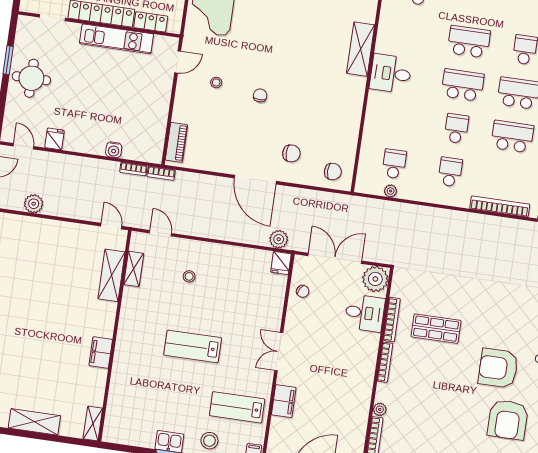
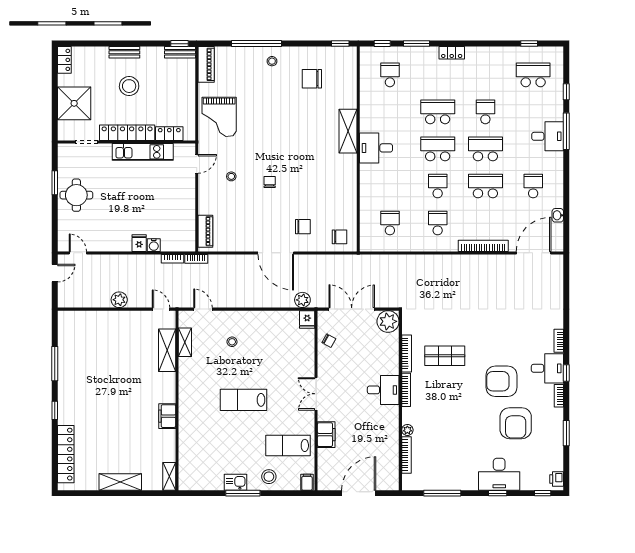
fridge: (55, 139) -> (139, 243), moved
plant: (391, 191) -> (390, 246), removed
plant: (34, 204) -> (119, 300), moved
desk: (365, 313) -> (383, 390), moved

